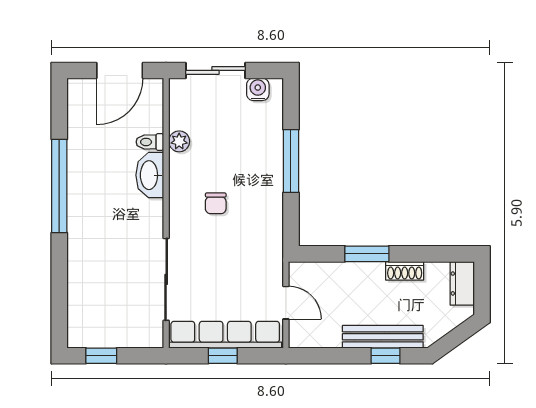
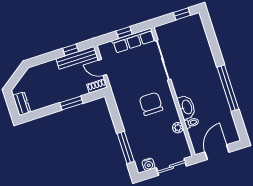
window: (291, 161) -> (126, 147), moved
chair: (216, 203) -> (151, 104), width x1.87, depth x1.87
shoe rack: (405, 271) -> (97, 86), moved
row of seats: (225, 335) -> (133, 41), width x0.73
bench: (383, 337) -> (77, 58), moved
window: (386, 356) -> (71, 50), moved

